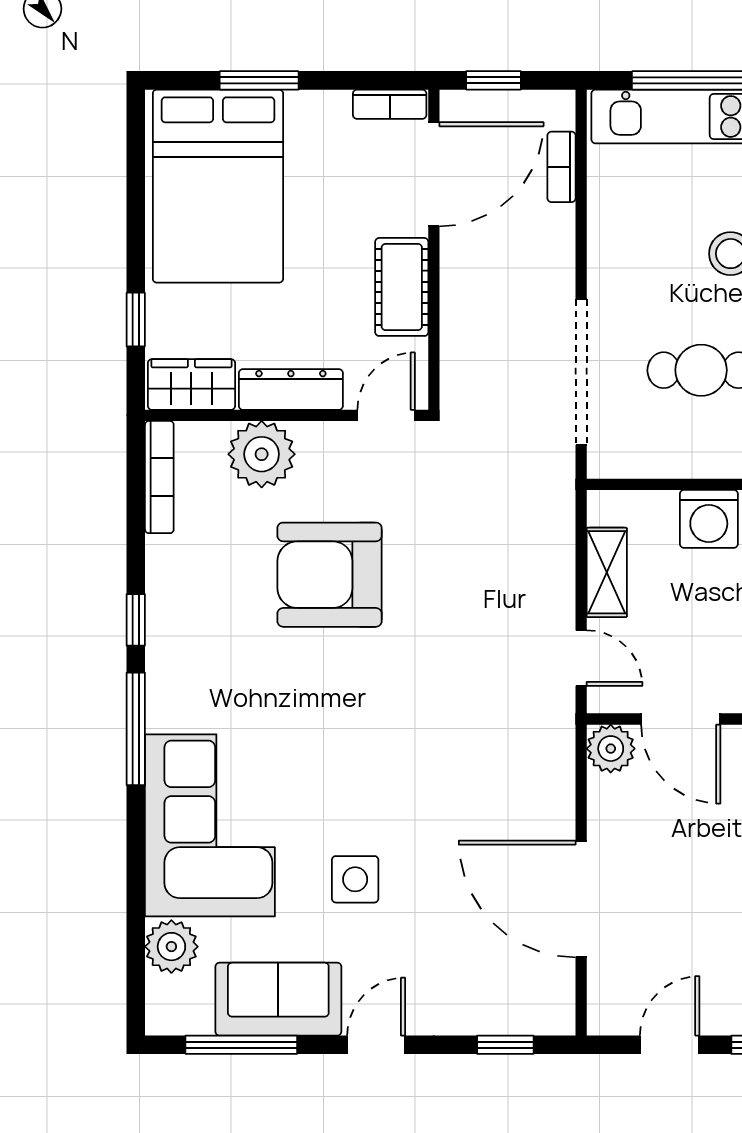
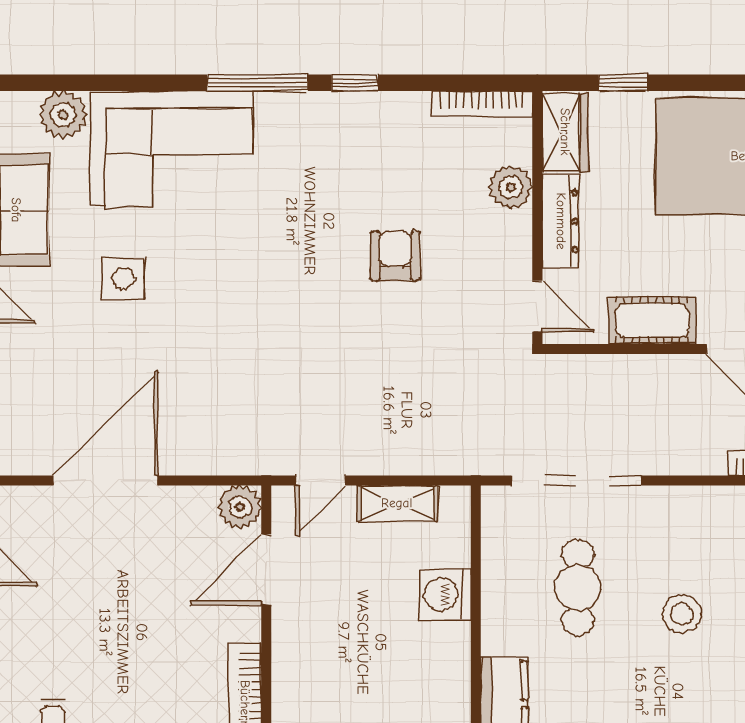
plant: (262, 454) -> (511, 187), width x0.73, depth x0.73
armchair: (330, 575) -> (395, 256), width x0.53, depth x0.53

